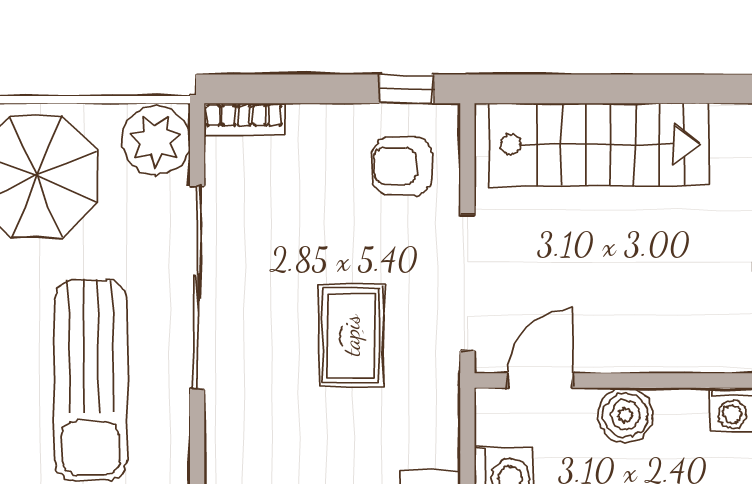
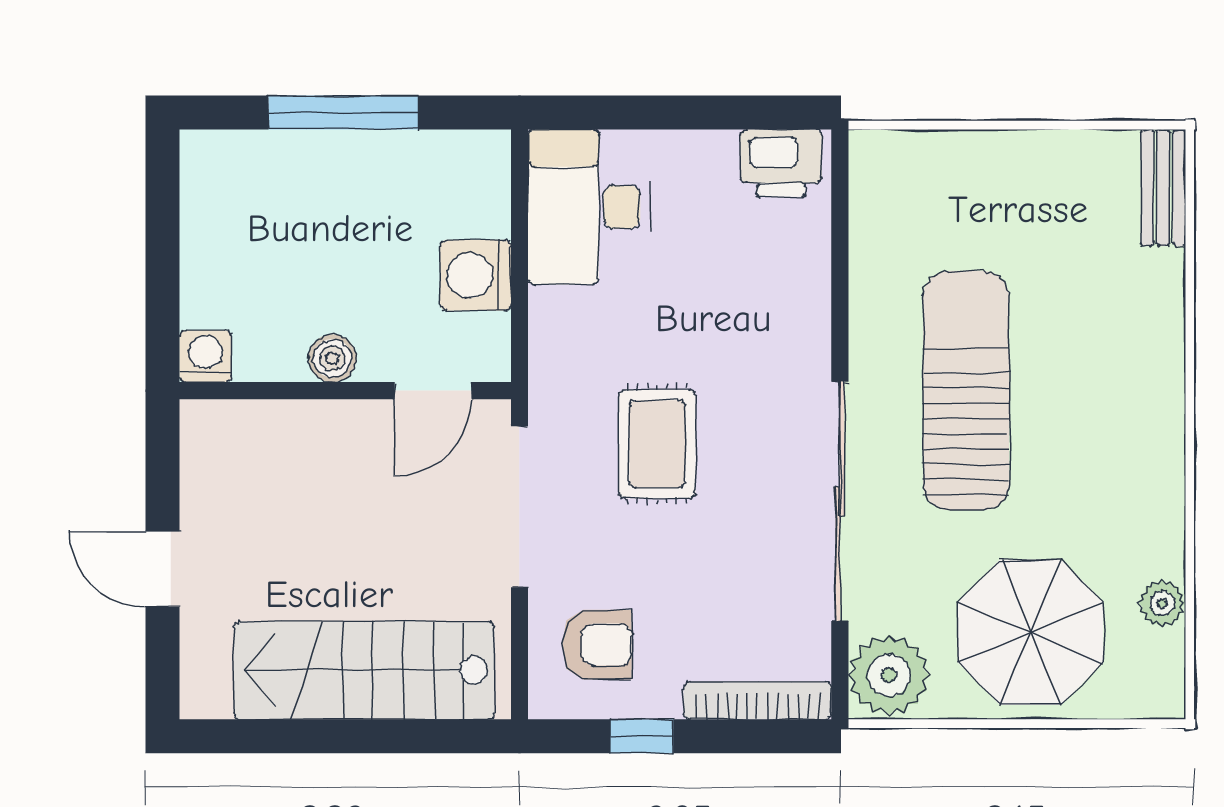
window: (407, 89) -> (642, 736), moved
bookcase: (244, 119) -> (757, 701), width x1.56
boiler: (625, 415) -> (332, 358), width x0.73, depth x0.73

